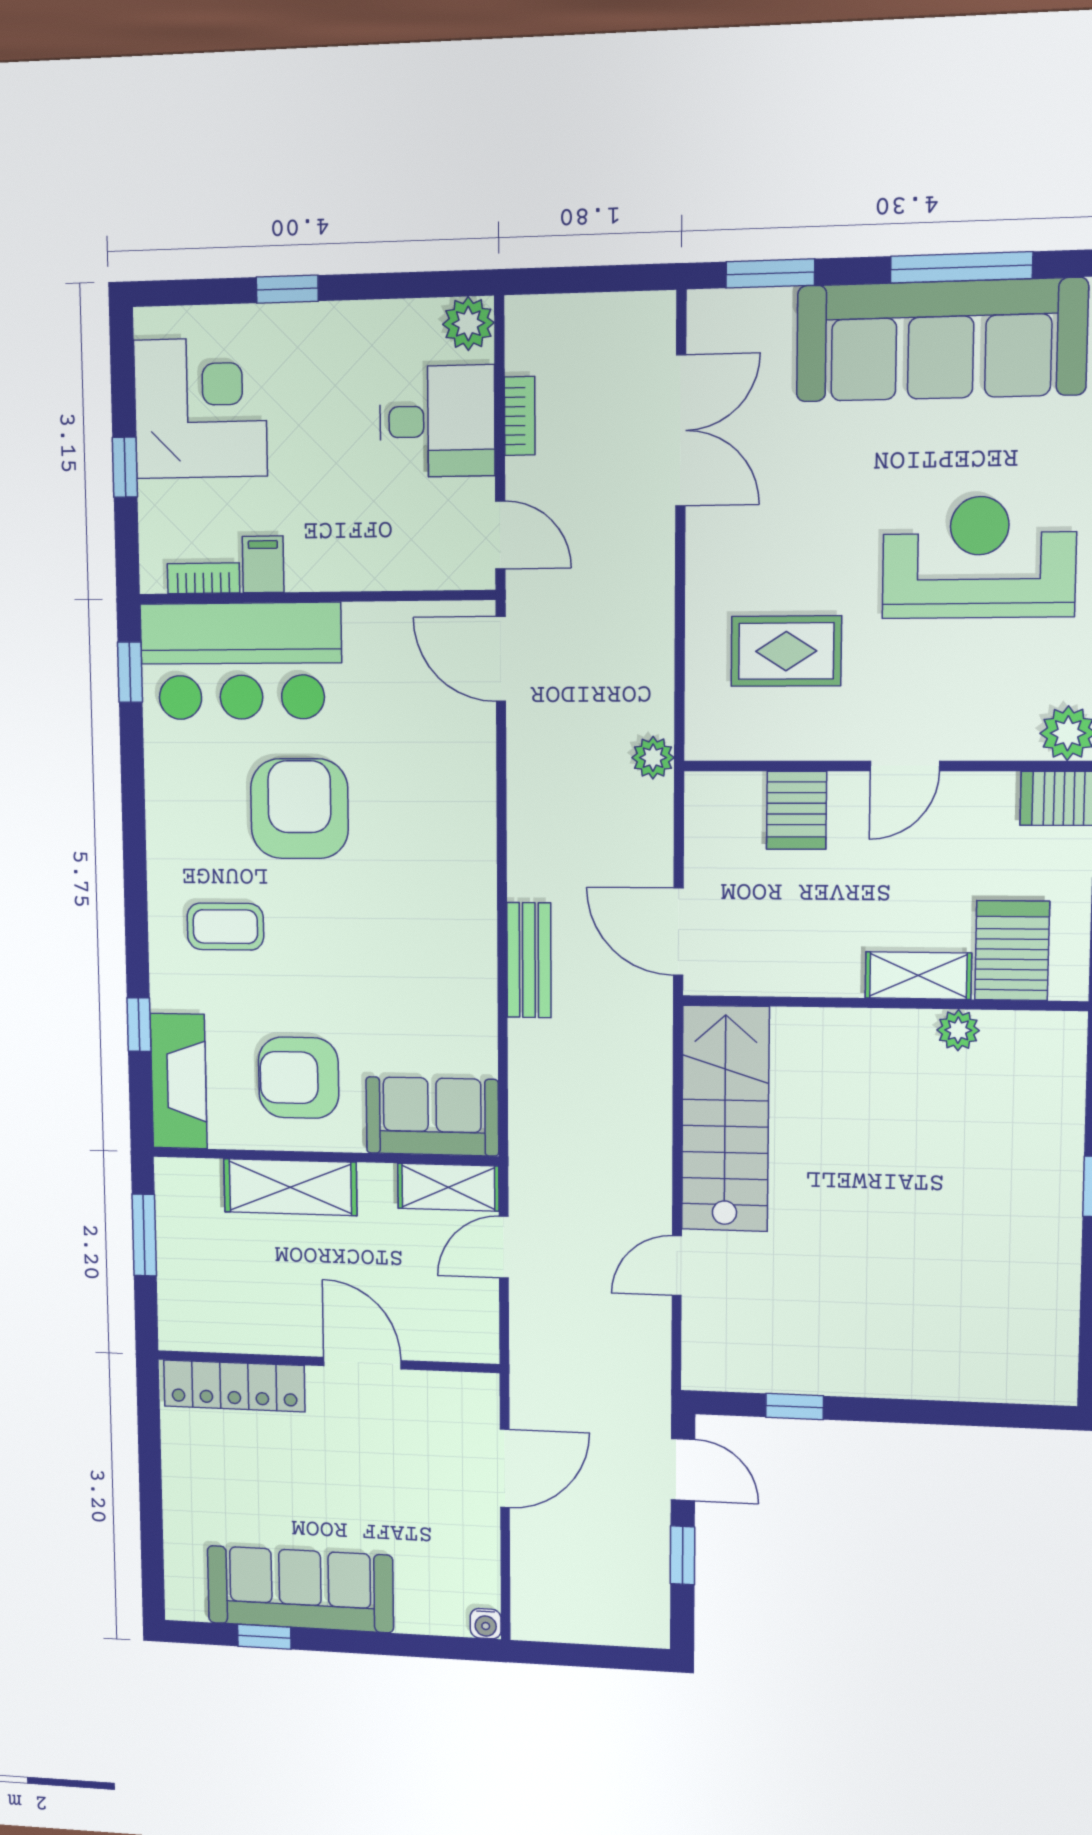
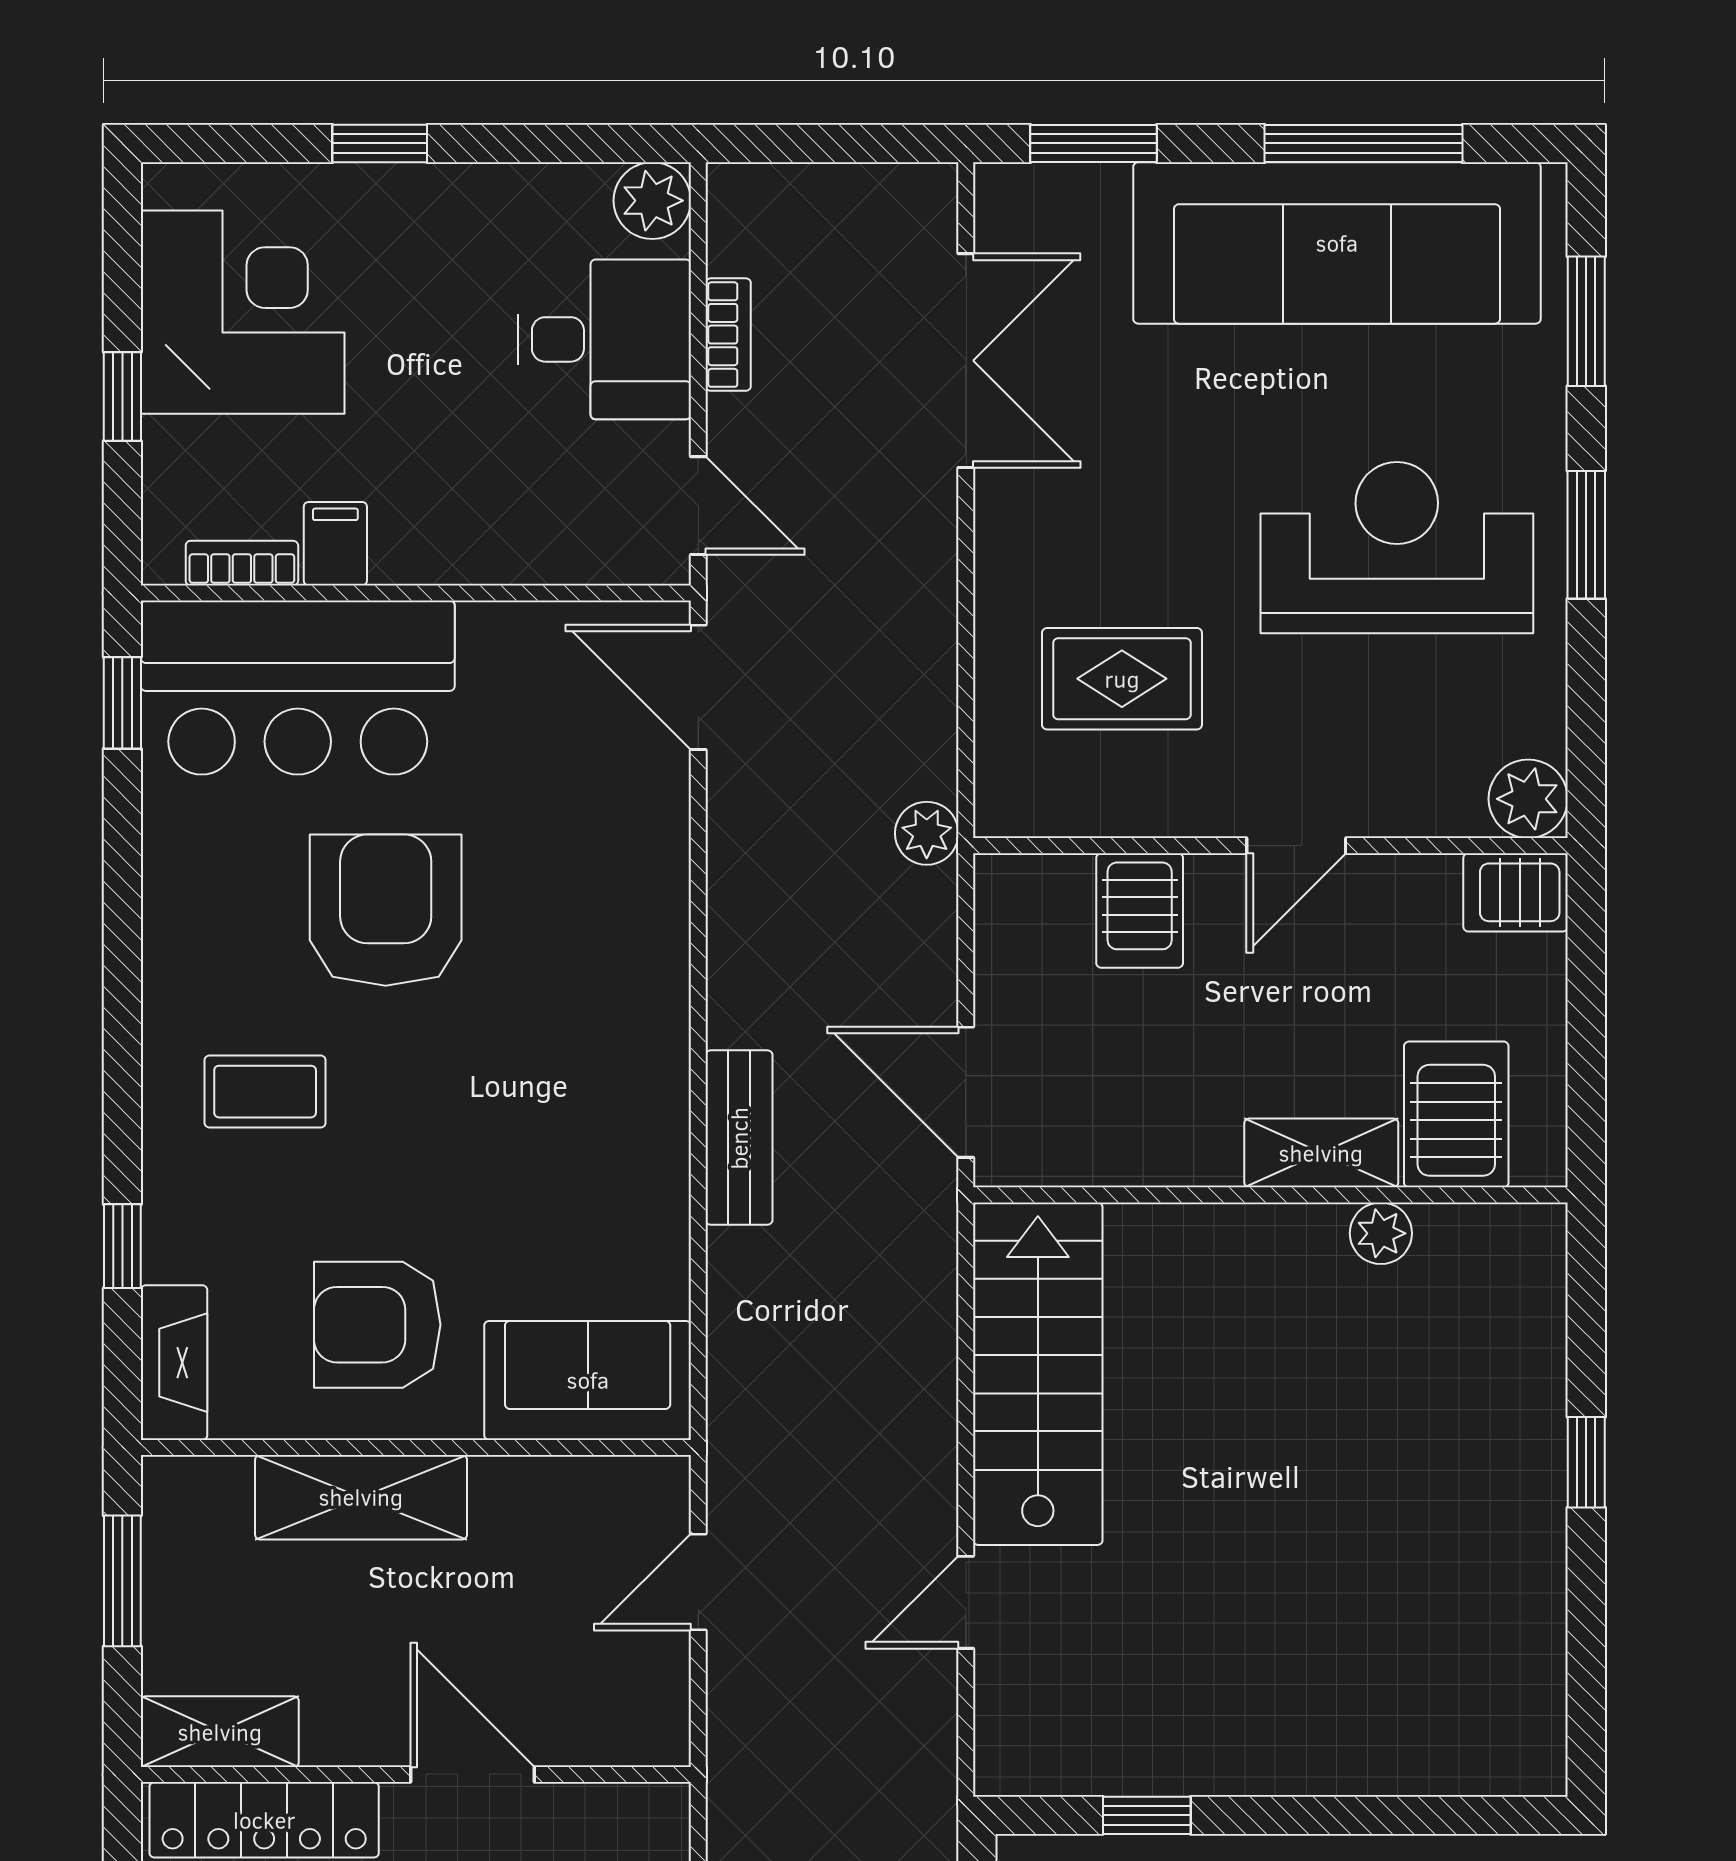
fireplace: (179, 1081) -> (174, 1363), width x0.73, depth x0.76
shelving: (448, 1187) -> (220, 1732), moved

